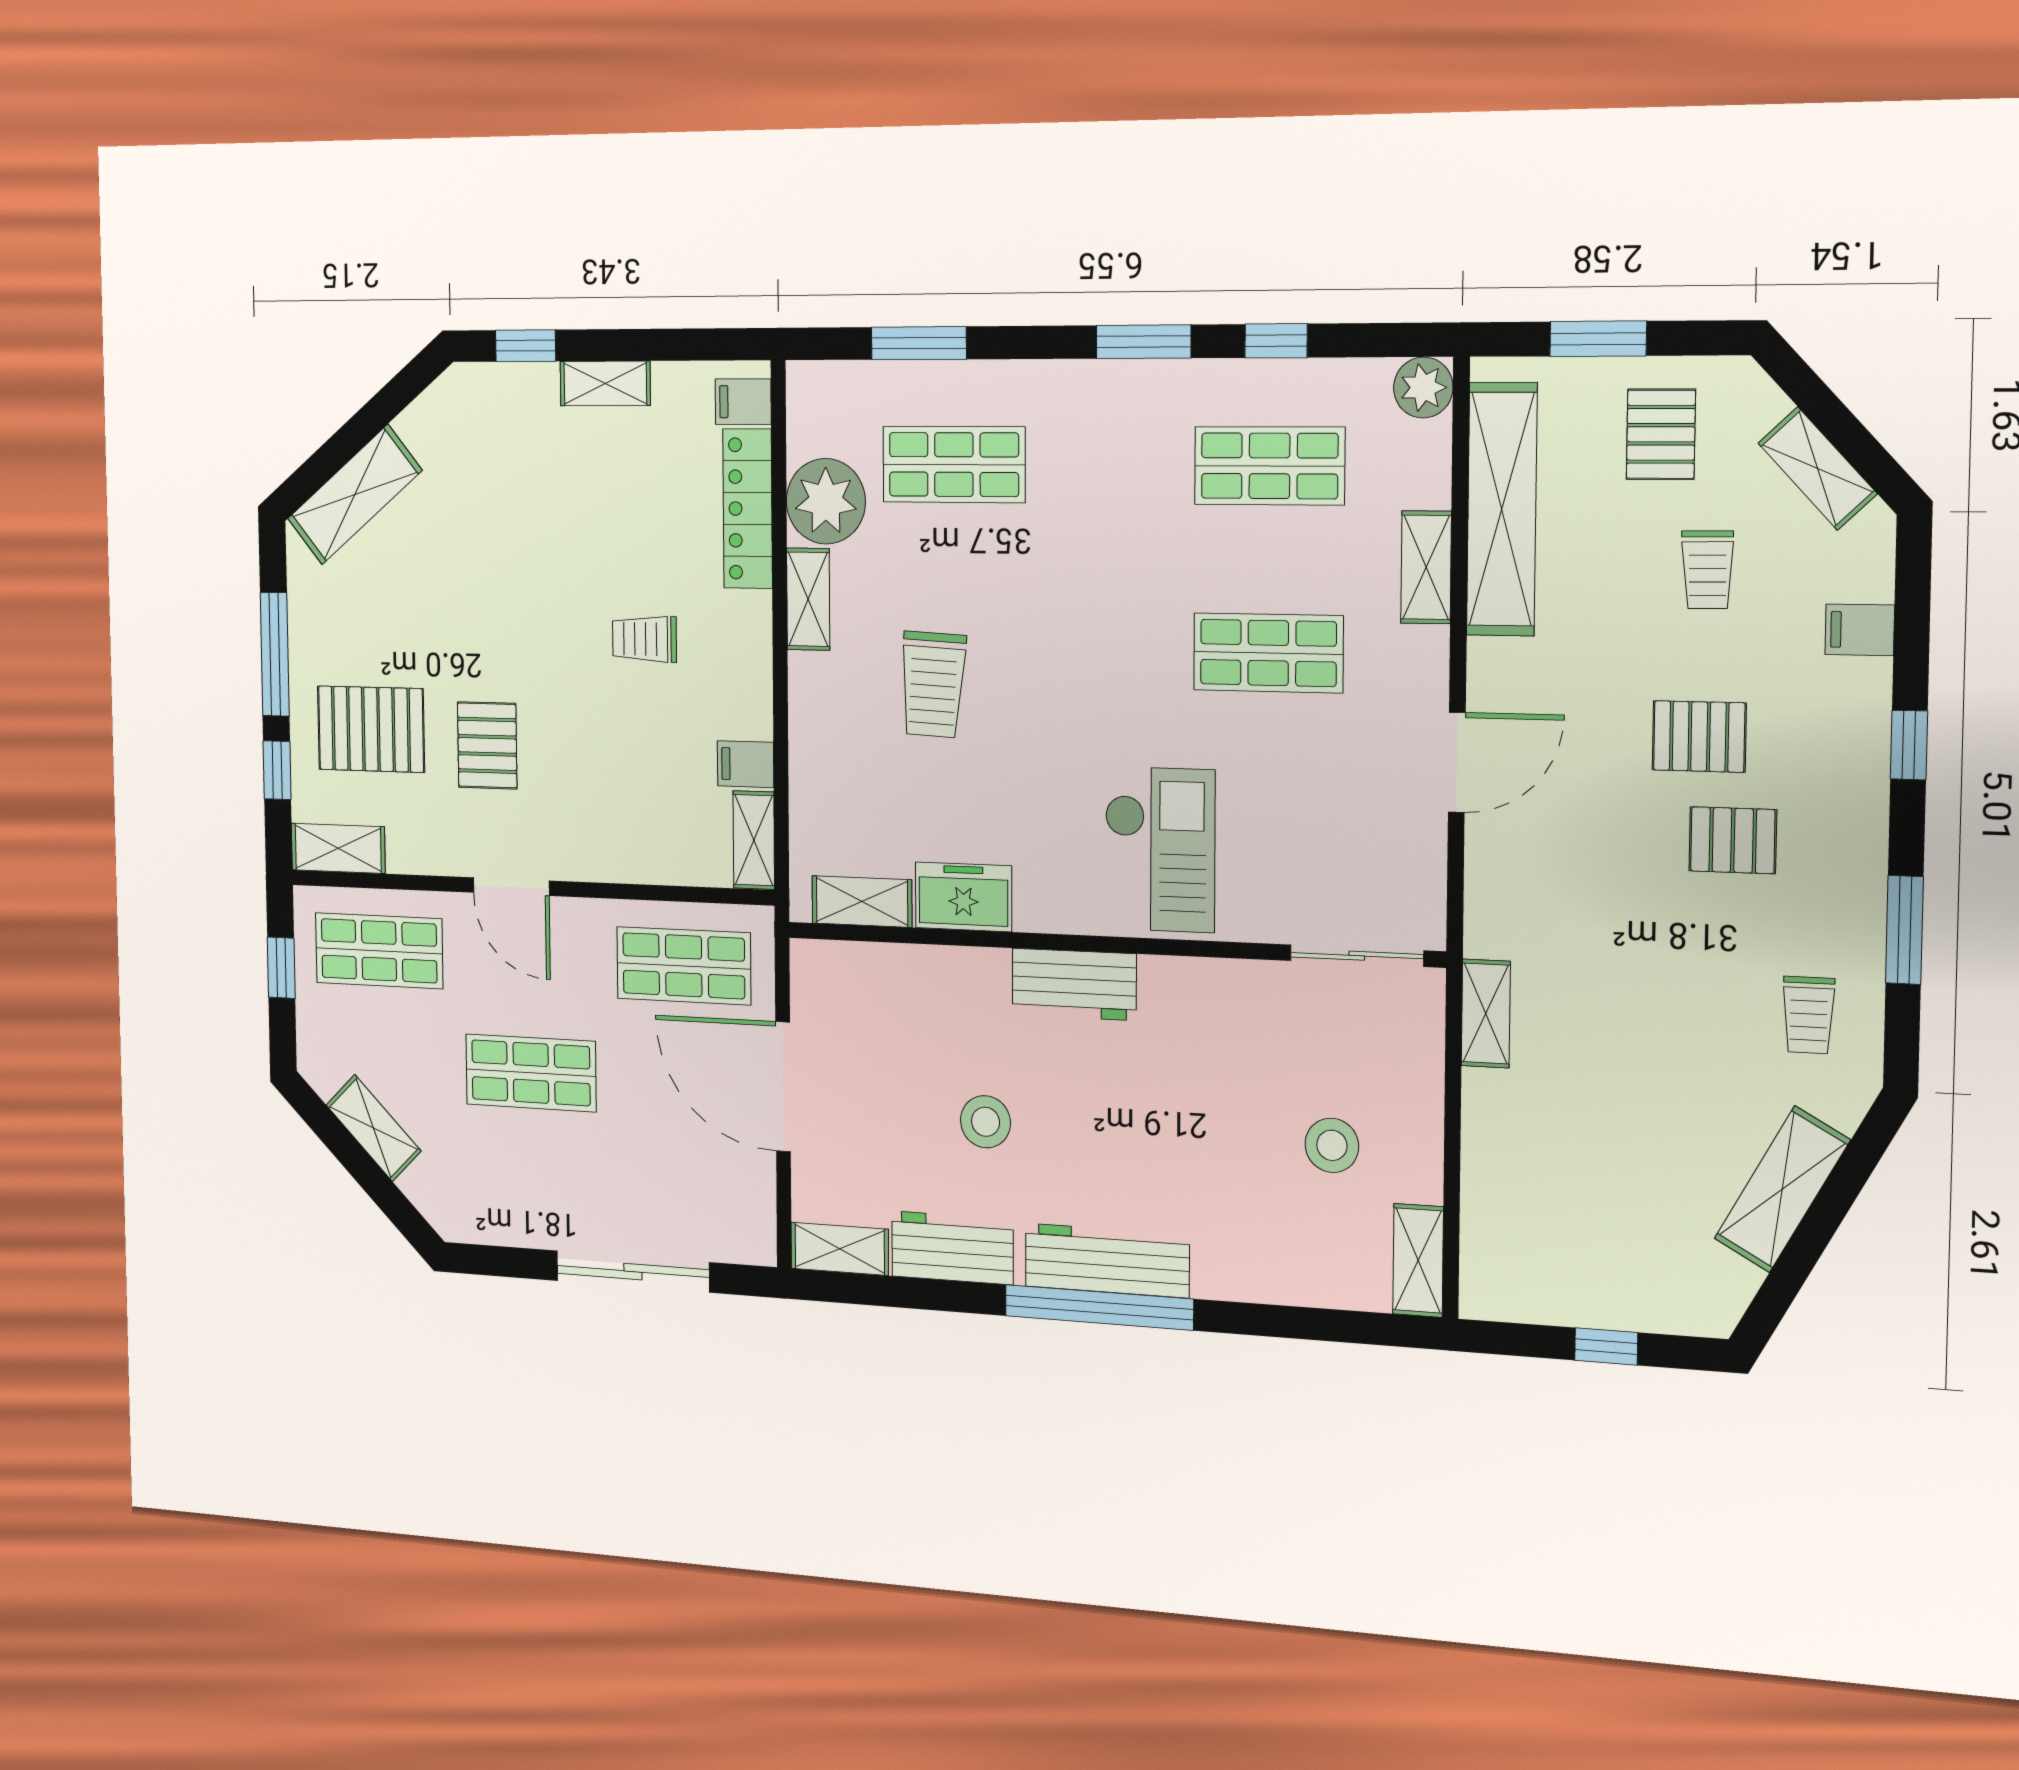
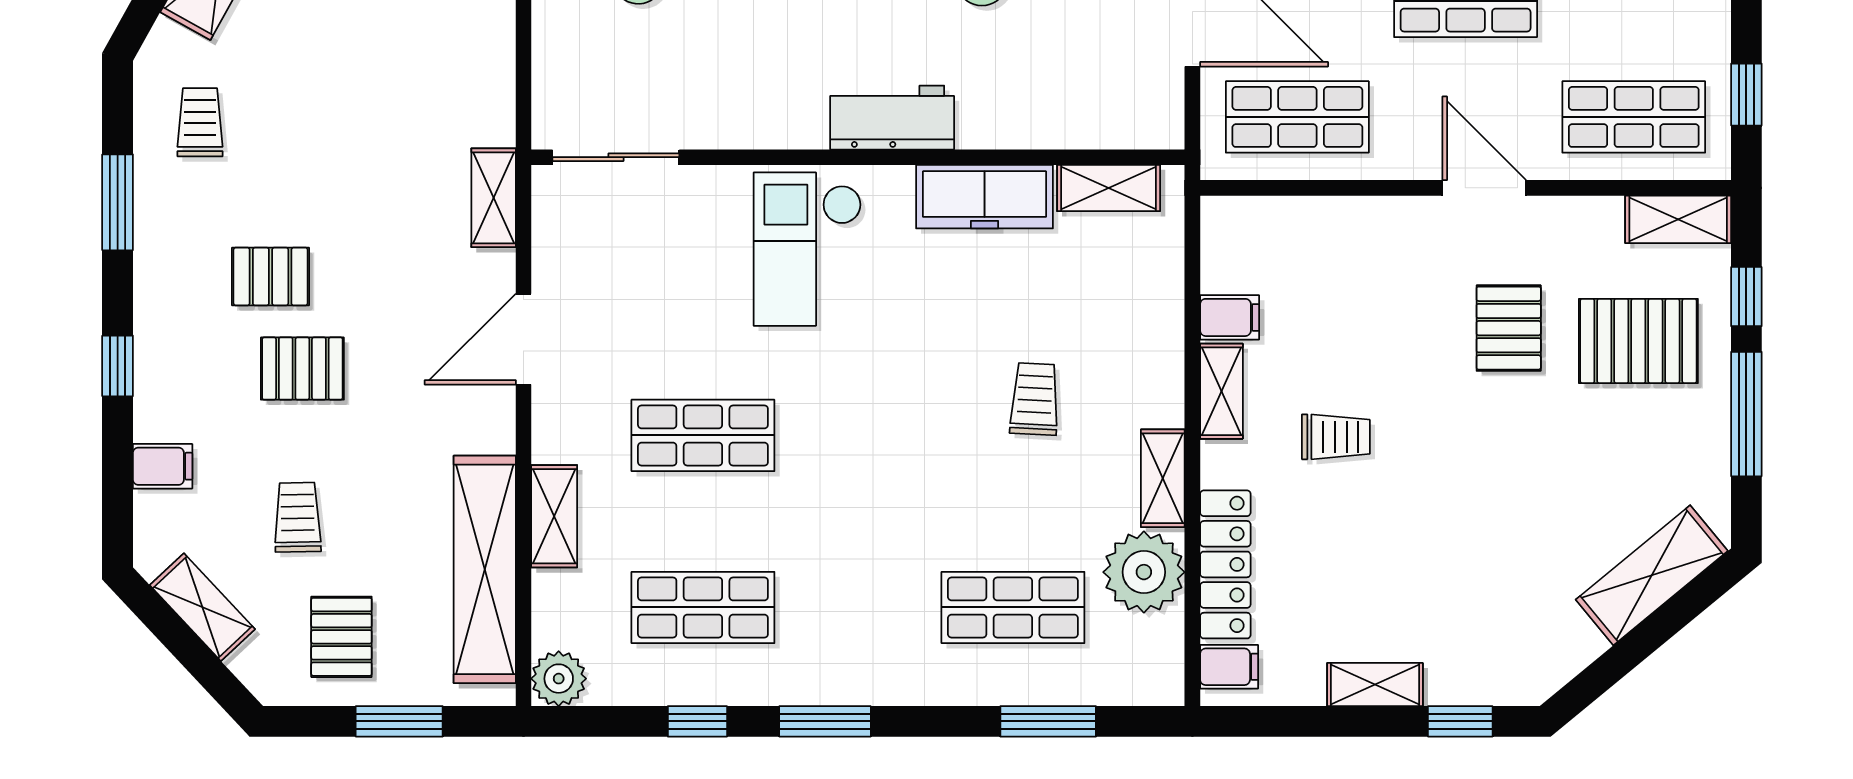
trolley: (933, 684) -> (1035, 399), width x0.73, depth x0.72
shelving: (754, 840) -> (1221, 391), moved
freezer: (963, 897) -> (985, 197), width x1.40
shelving: (1486, 1014) -> (494, 198), moved

